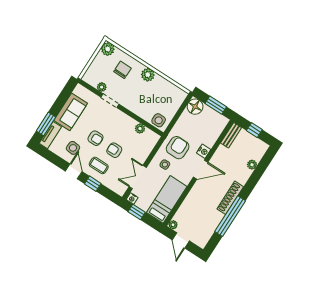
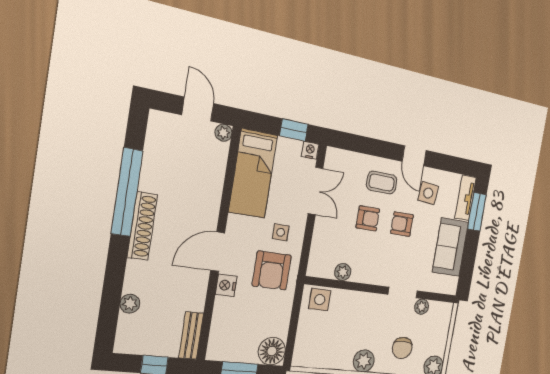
window: (93, 184) -> (379, 148), removed

